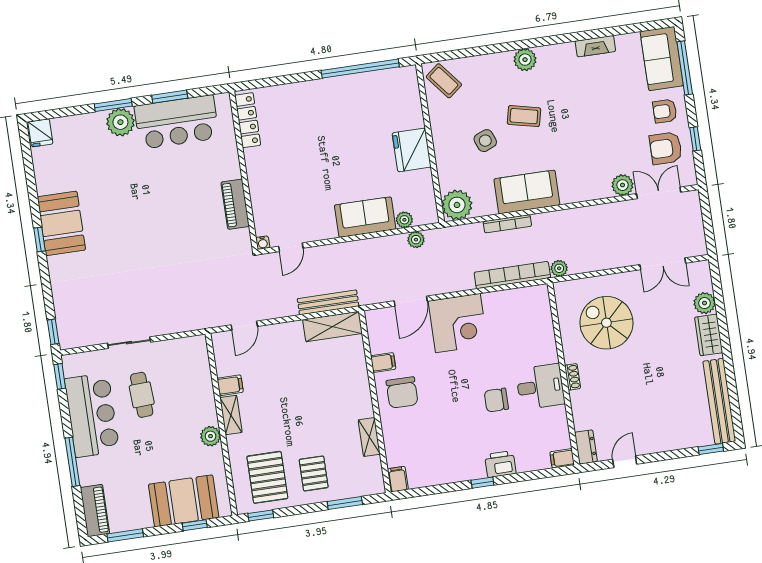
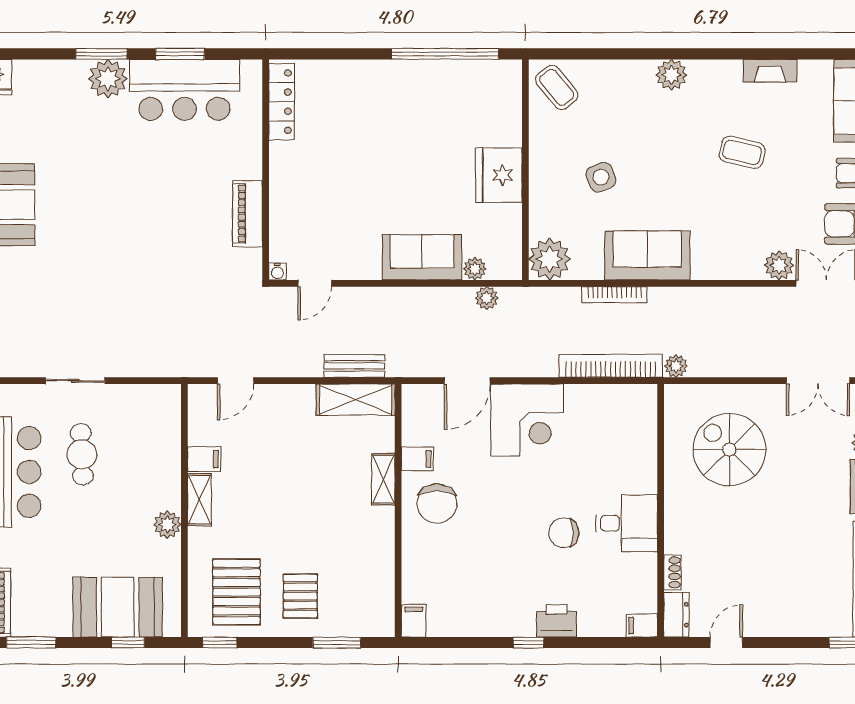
coffee table: (524, 116) -> (742, 152), moved
bench: (328, 302) -> (354, 366), width x0.73
shoe rack: (573, 377) -> (672, 572), moved
shelving: (369, 437) -> (383, 479), moved

